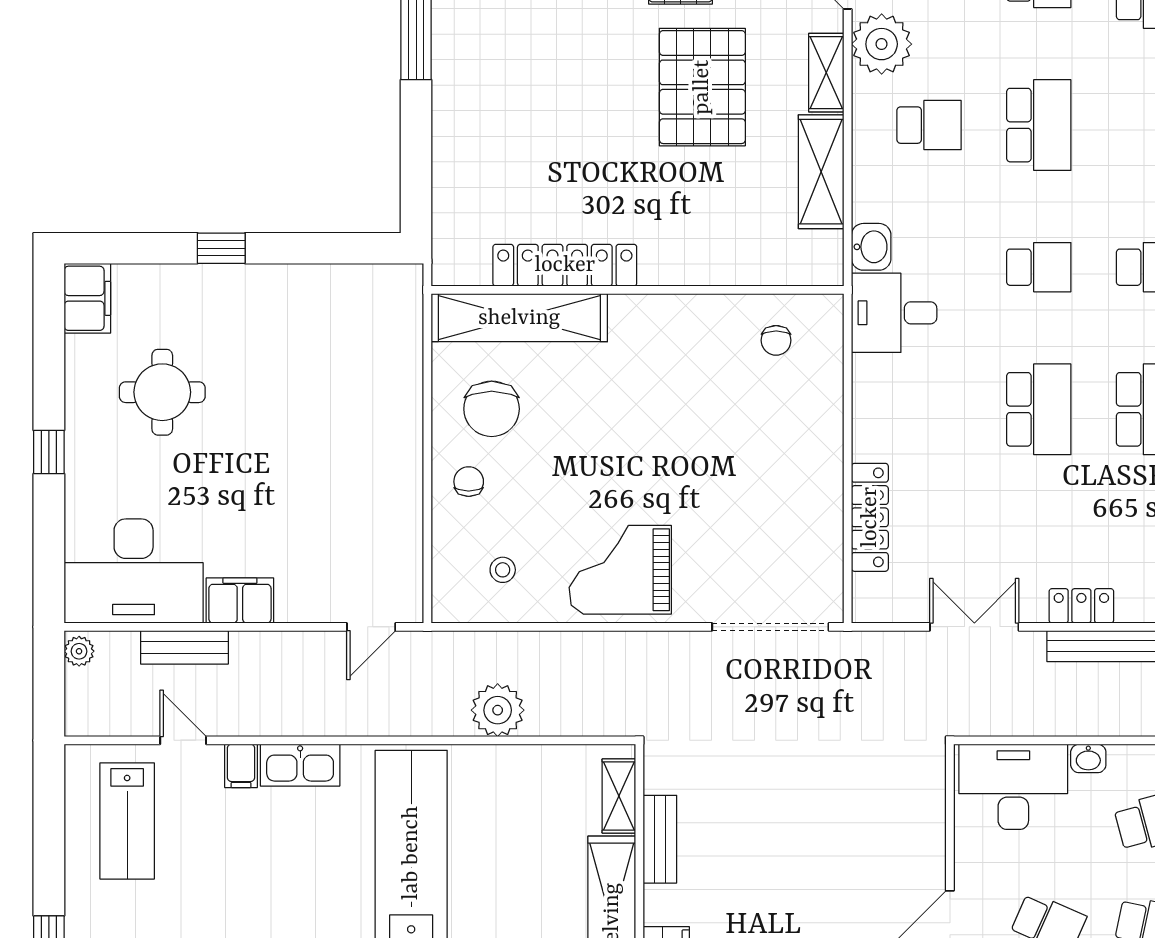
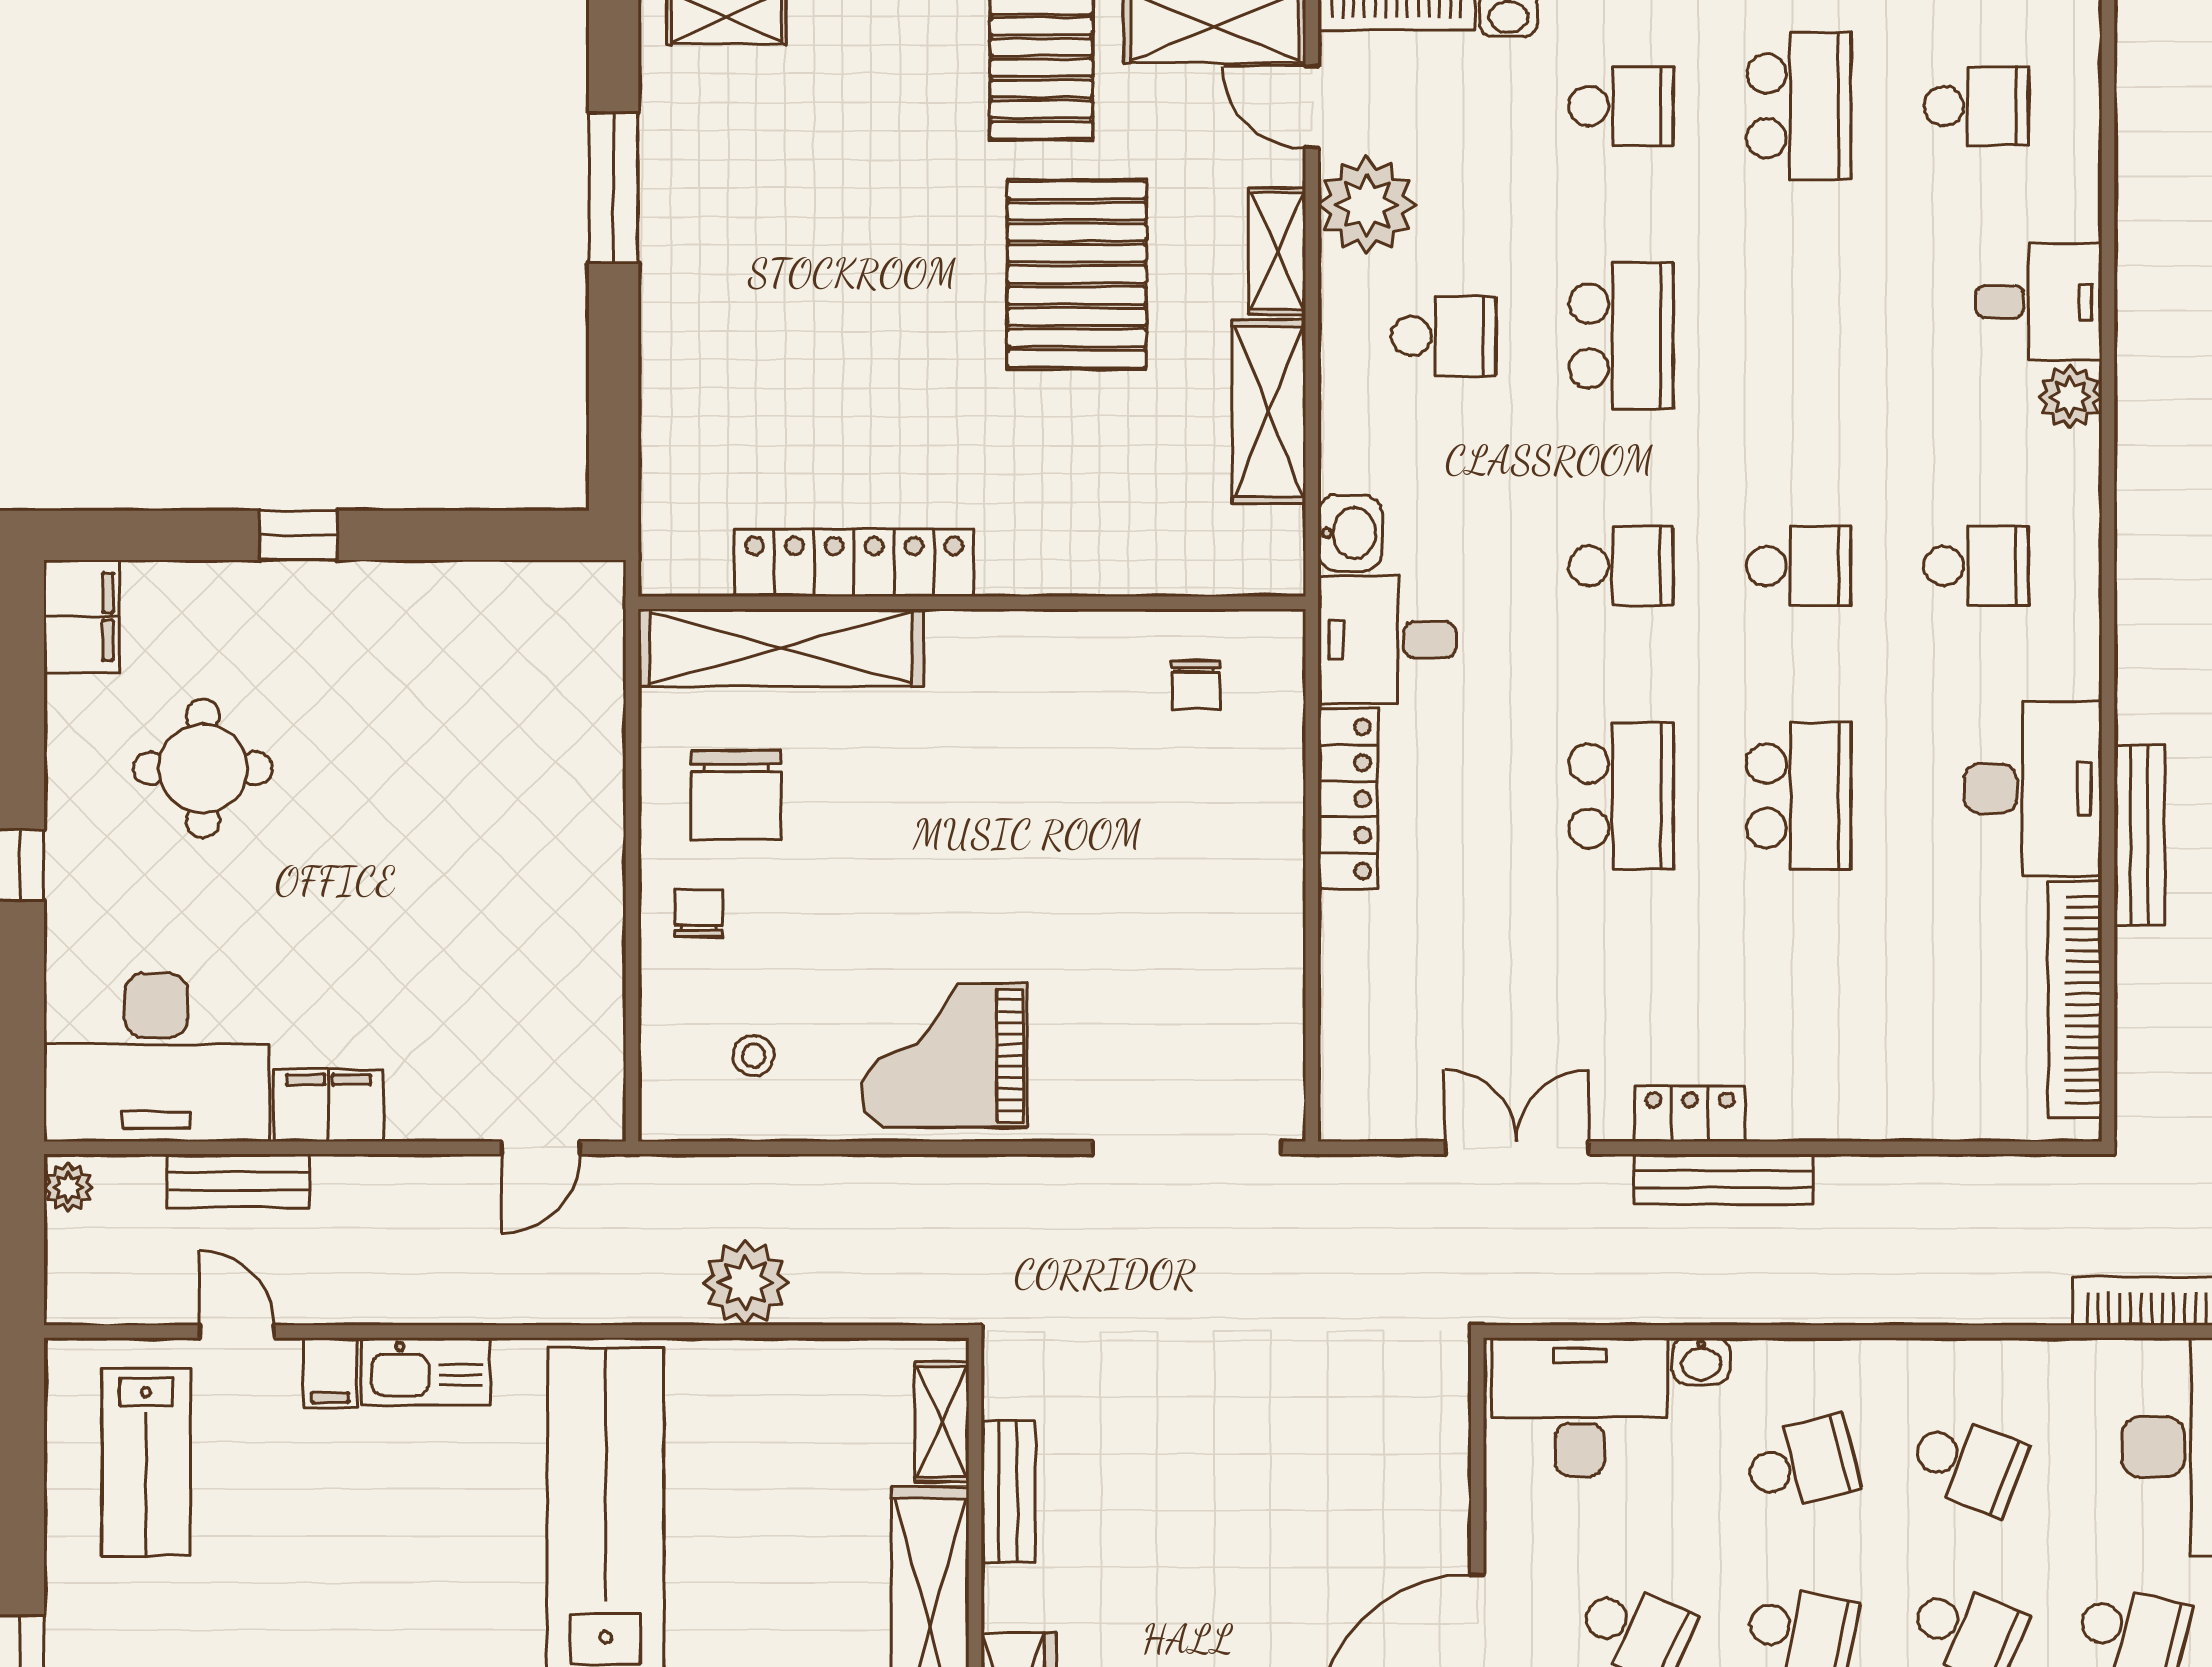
locker: (870, 517) -> (1348, 799), moved

